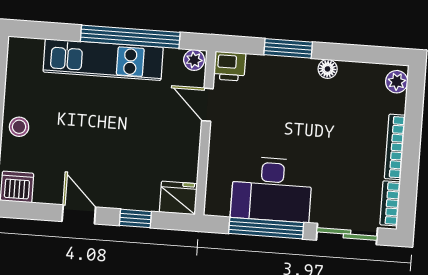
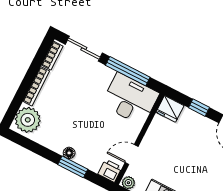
floor lamp: (328, 69) -> (69, 153), moved
plant: (397, 82) -> (28, 120), width x1.87, depth x1.87
door: (207, 105) -> (132, 154), swing flipped
desk: (272, 189) -> (130, 99), moved

